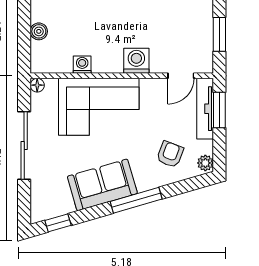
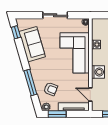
window: (219, 110) -> (57, 114), moved
sliding door: (24, 146) -> (55, 15), width x0.73
sofa: (102, 185) -> (32, 44), moved
window: (136, 200) -> (30, 82), moved

